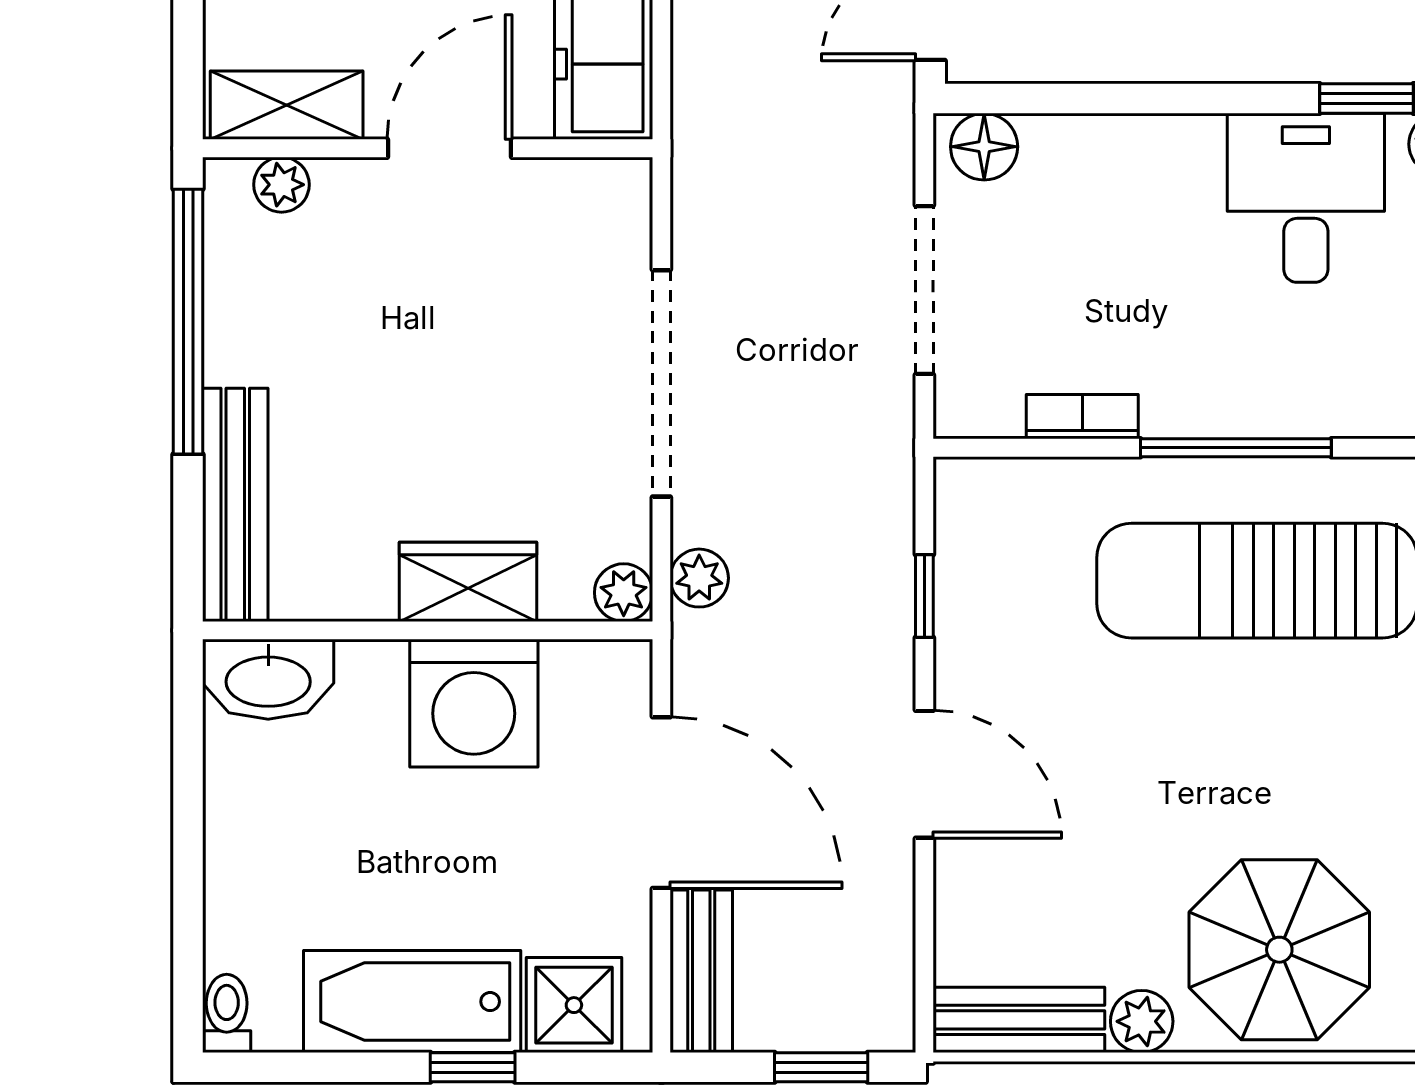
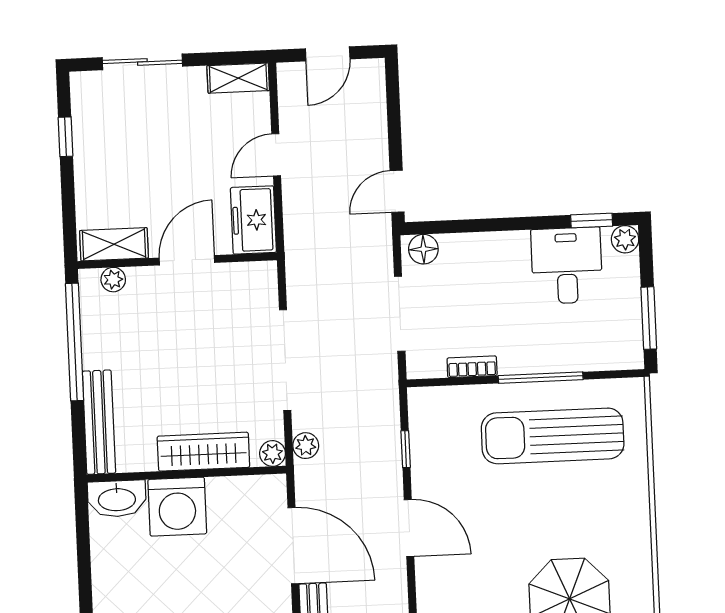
wardrobe: (468, 582) -> (203, 452), width x1.50
washing machine: (474, 703) -> (177, 507), moved

